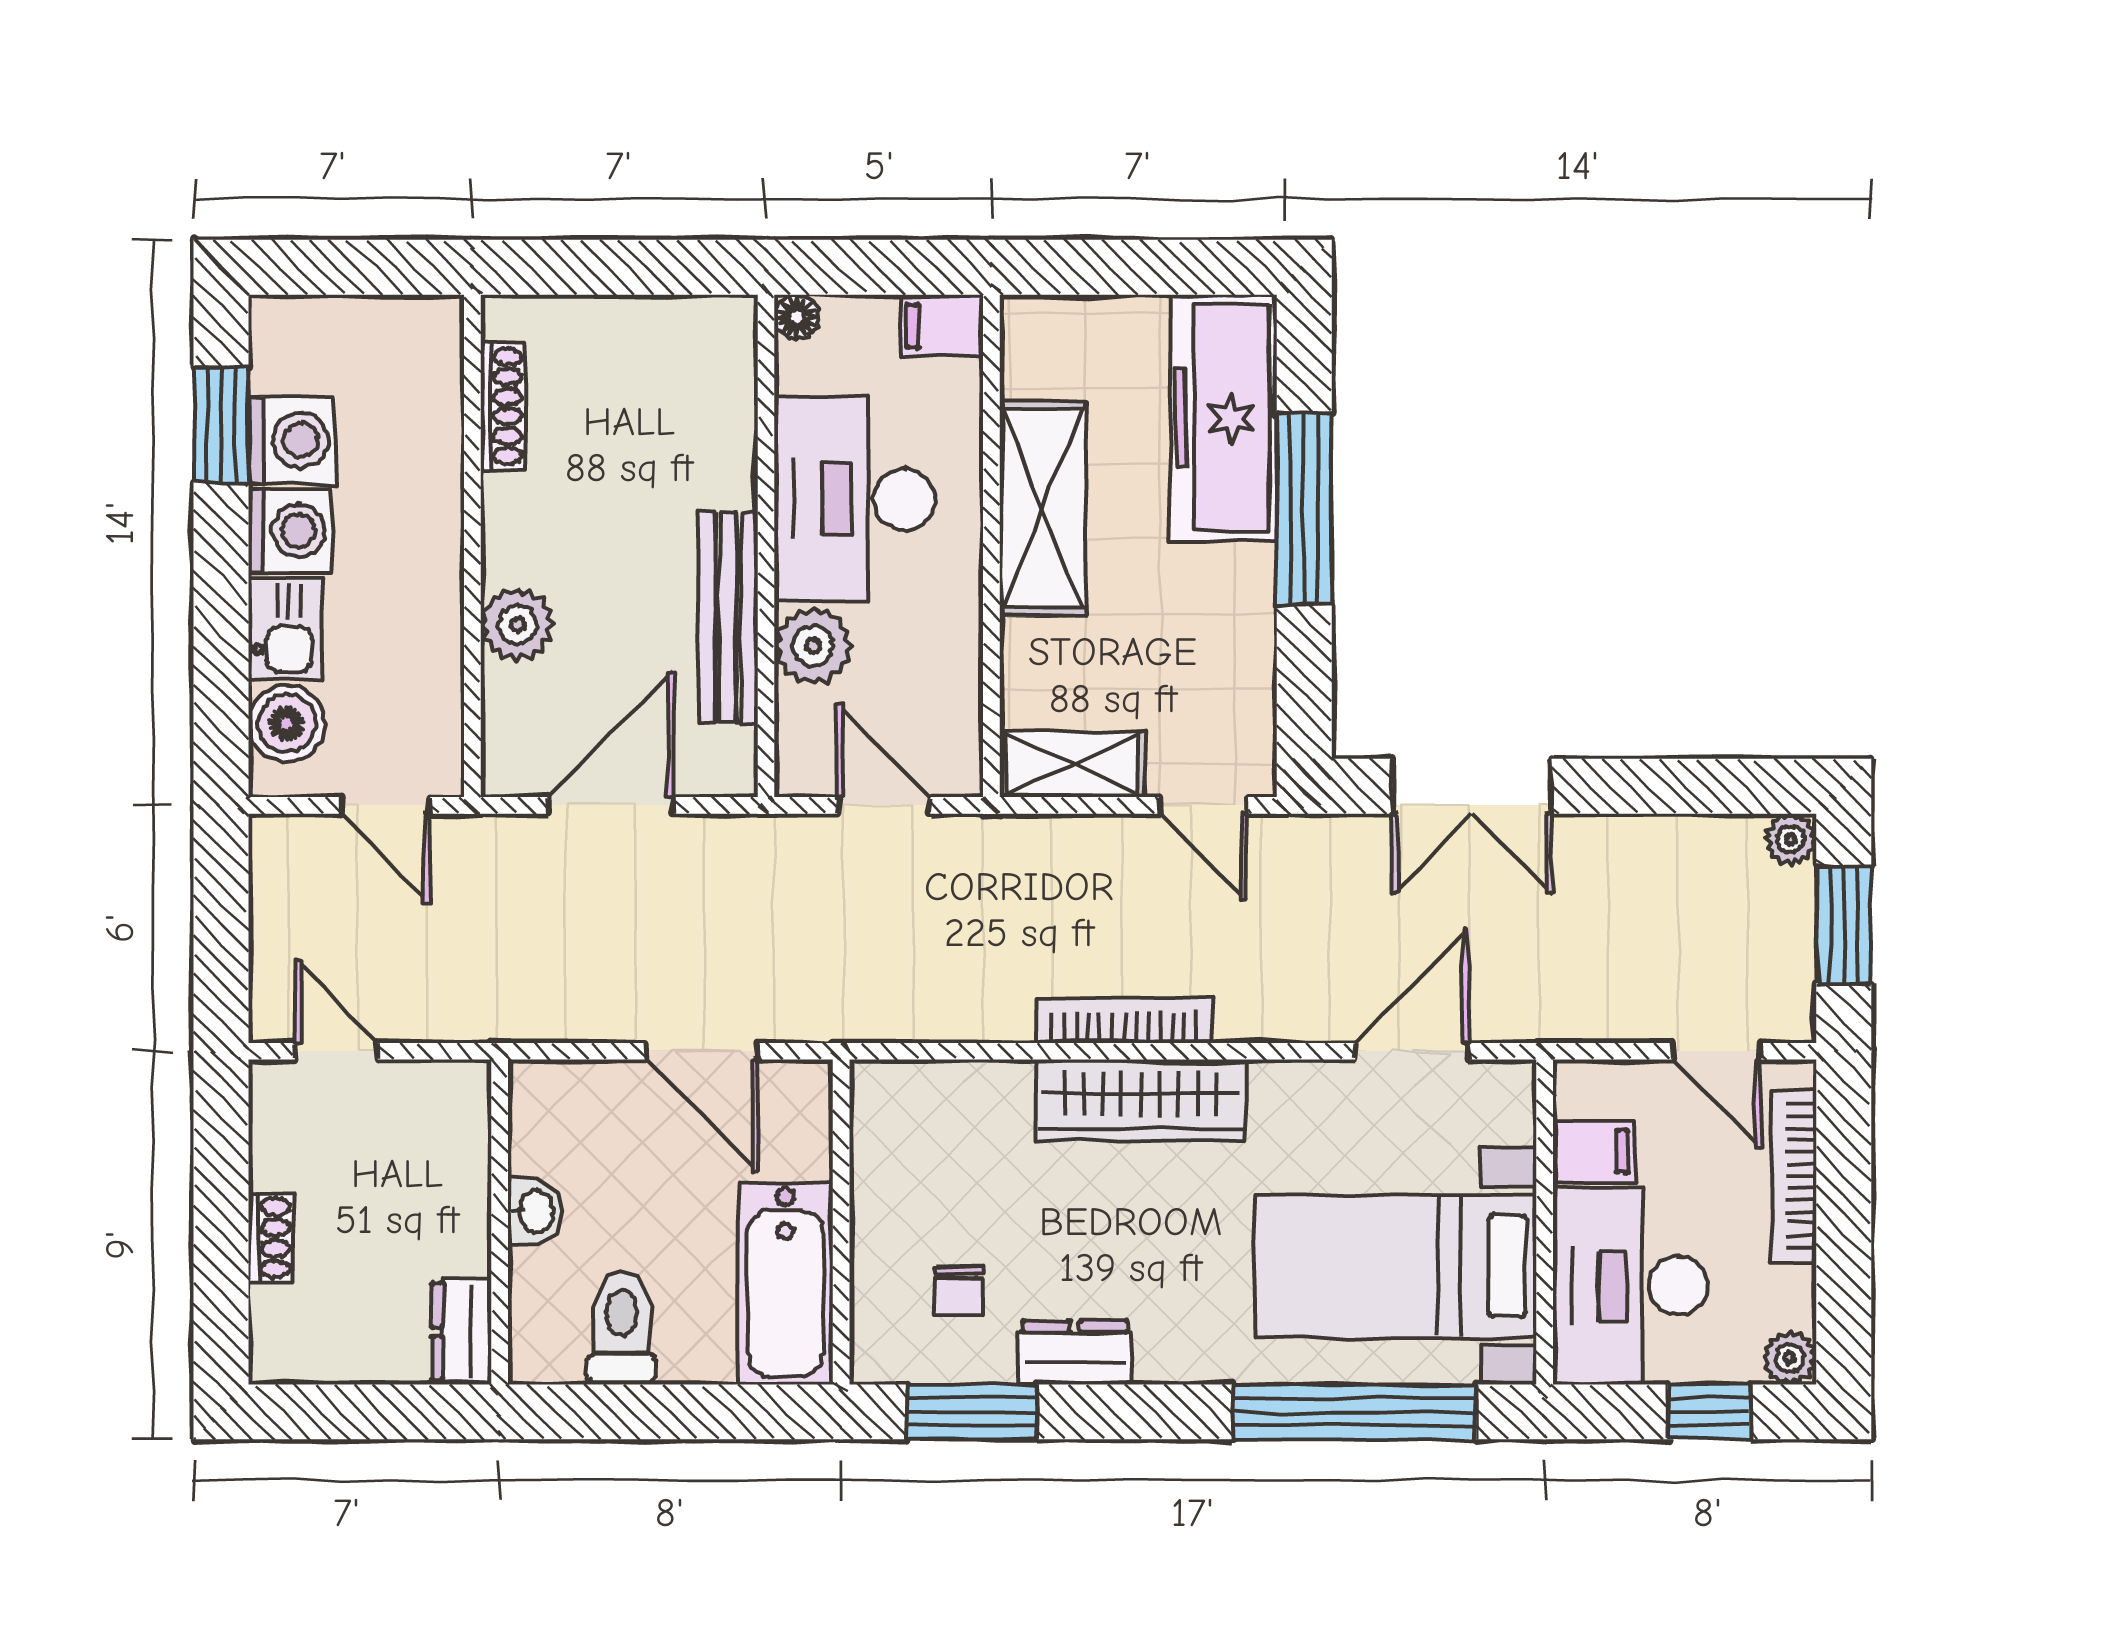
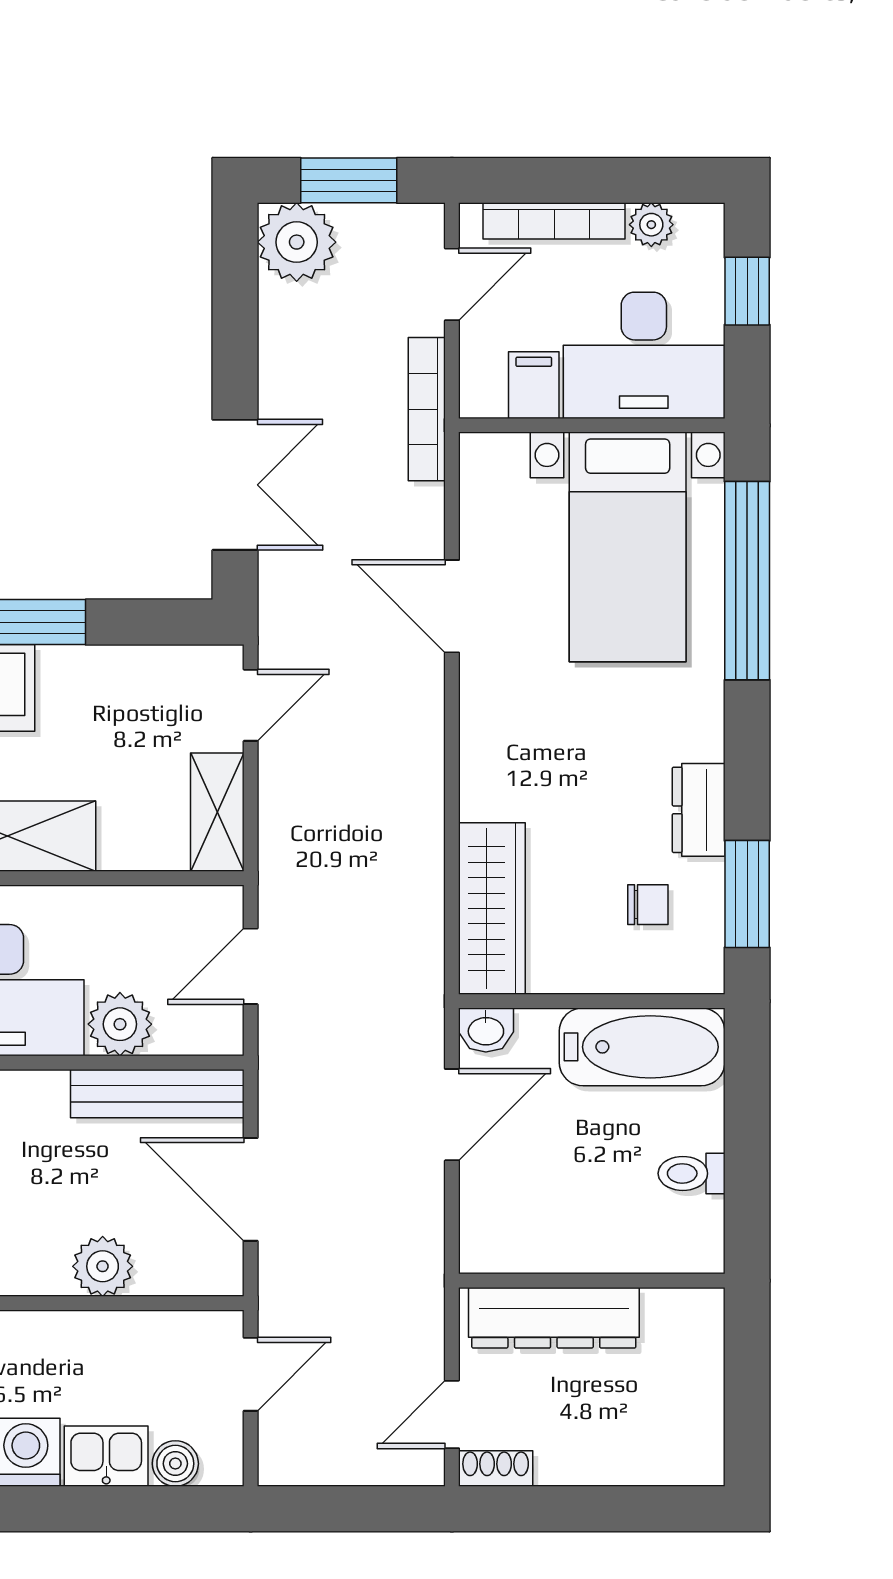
bench: (728, 617) -> (157, 1094), moved
boiler: (287, 724) -> (175, 1464), width x0.73, depth x0.73
plant: (1791, 839) -> (297, 242), width x1.88, depth x1.88
bookcase: (1124, 1021) -> (427, 409), moved
door: (1412, 1051) -> (452, 606), moved
wardrobe: (1140, 1100) -> (492, 909), moved
washbasin: (535, 1211) -> (486, 1030), moved, turned 180
shoe rack: (270, 1238) -> (496, 1468), moved
toilet: (621, 1328) -> (692, 1173), width x0.73, depth x0.72
dresser: (462, 1331) -> (554, 1318), moved, width x1.96, depth x1.24
plant: (1790, 1358) -> (651, 225), moved

